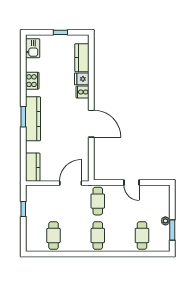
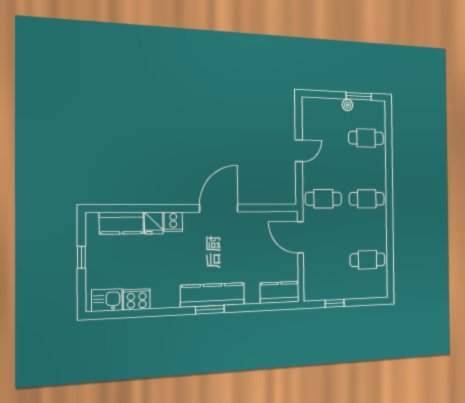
cooker: (32, 81) -> (137, 299), moved

